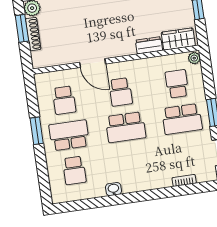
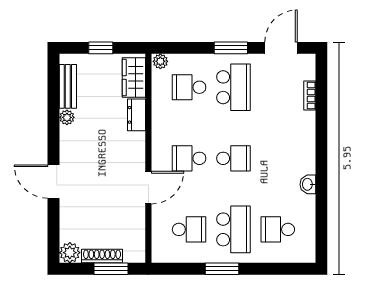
window: (22, 28) -> (111, 269), moved
school desk: (121, 92) -> (189, 158), turned 180
school desk: (126, 127) -> (233, 158), width x0.54
school desk: (69, 135) -> (233, 229), turned 180
school desk: (74, 170) -> (278, 229), turned 180

